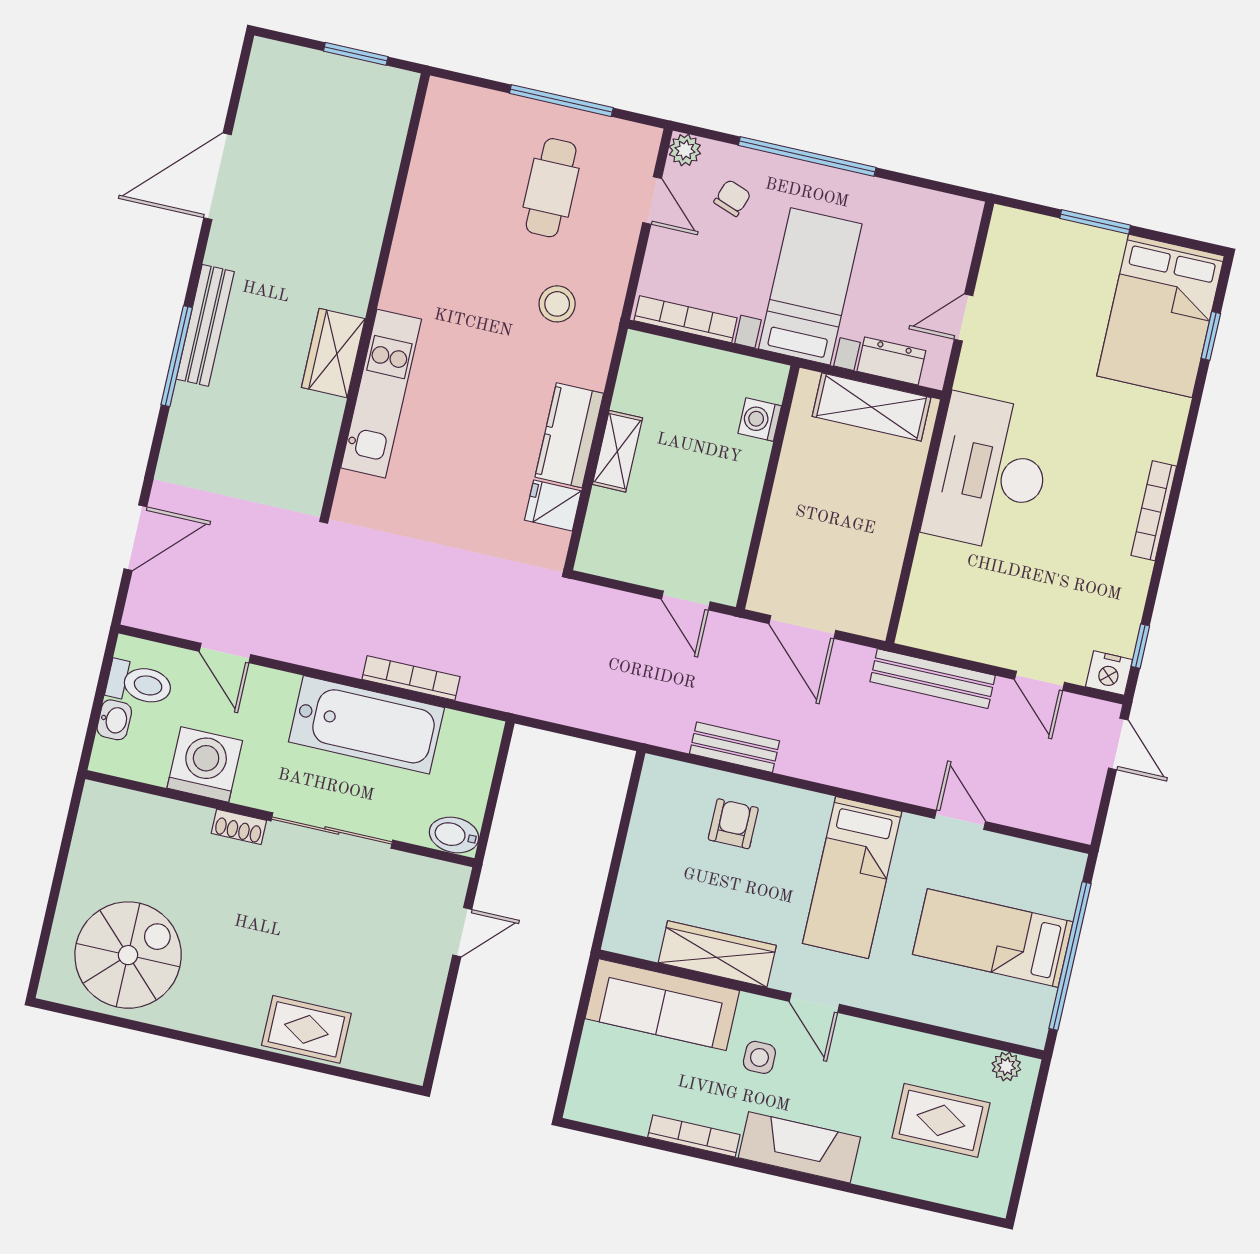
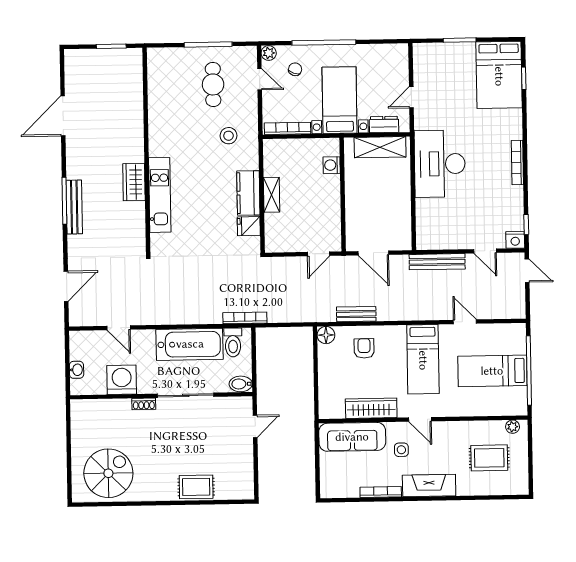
bench: (205, 325) -> (74, 207), moved
door: (686, 600) -> (318, 254), hinge flipped
bookcase: (411, 678) -> (245, 318), moved
toilet: (139, 683) -> (233, 342), moved, turned 90
floor lamp: (660, 776) -> (326, 335), added

